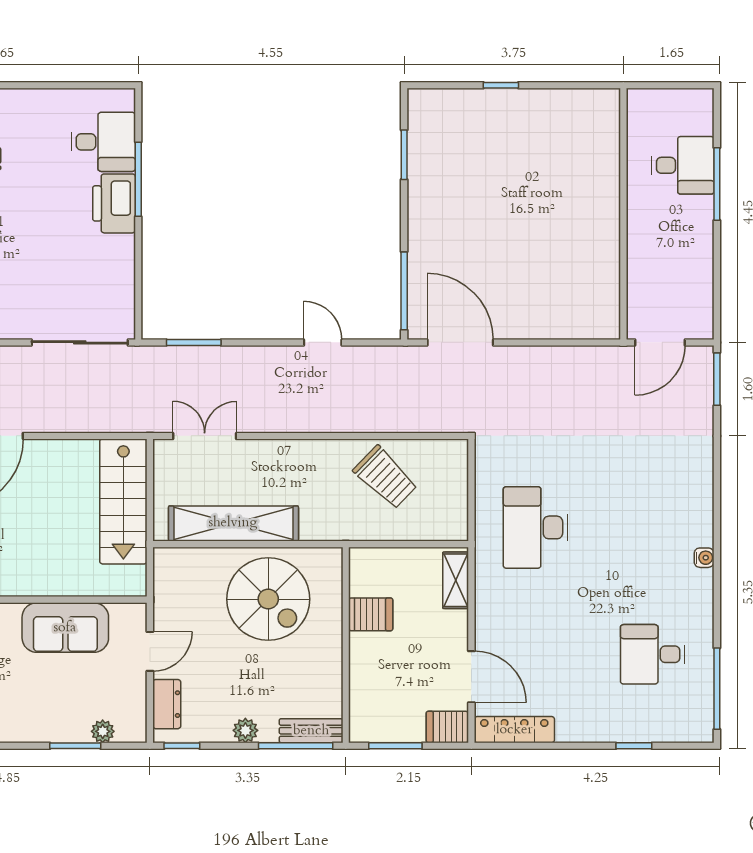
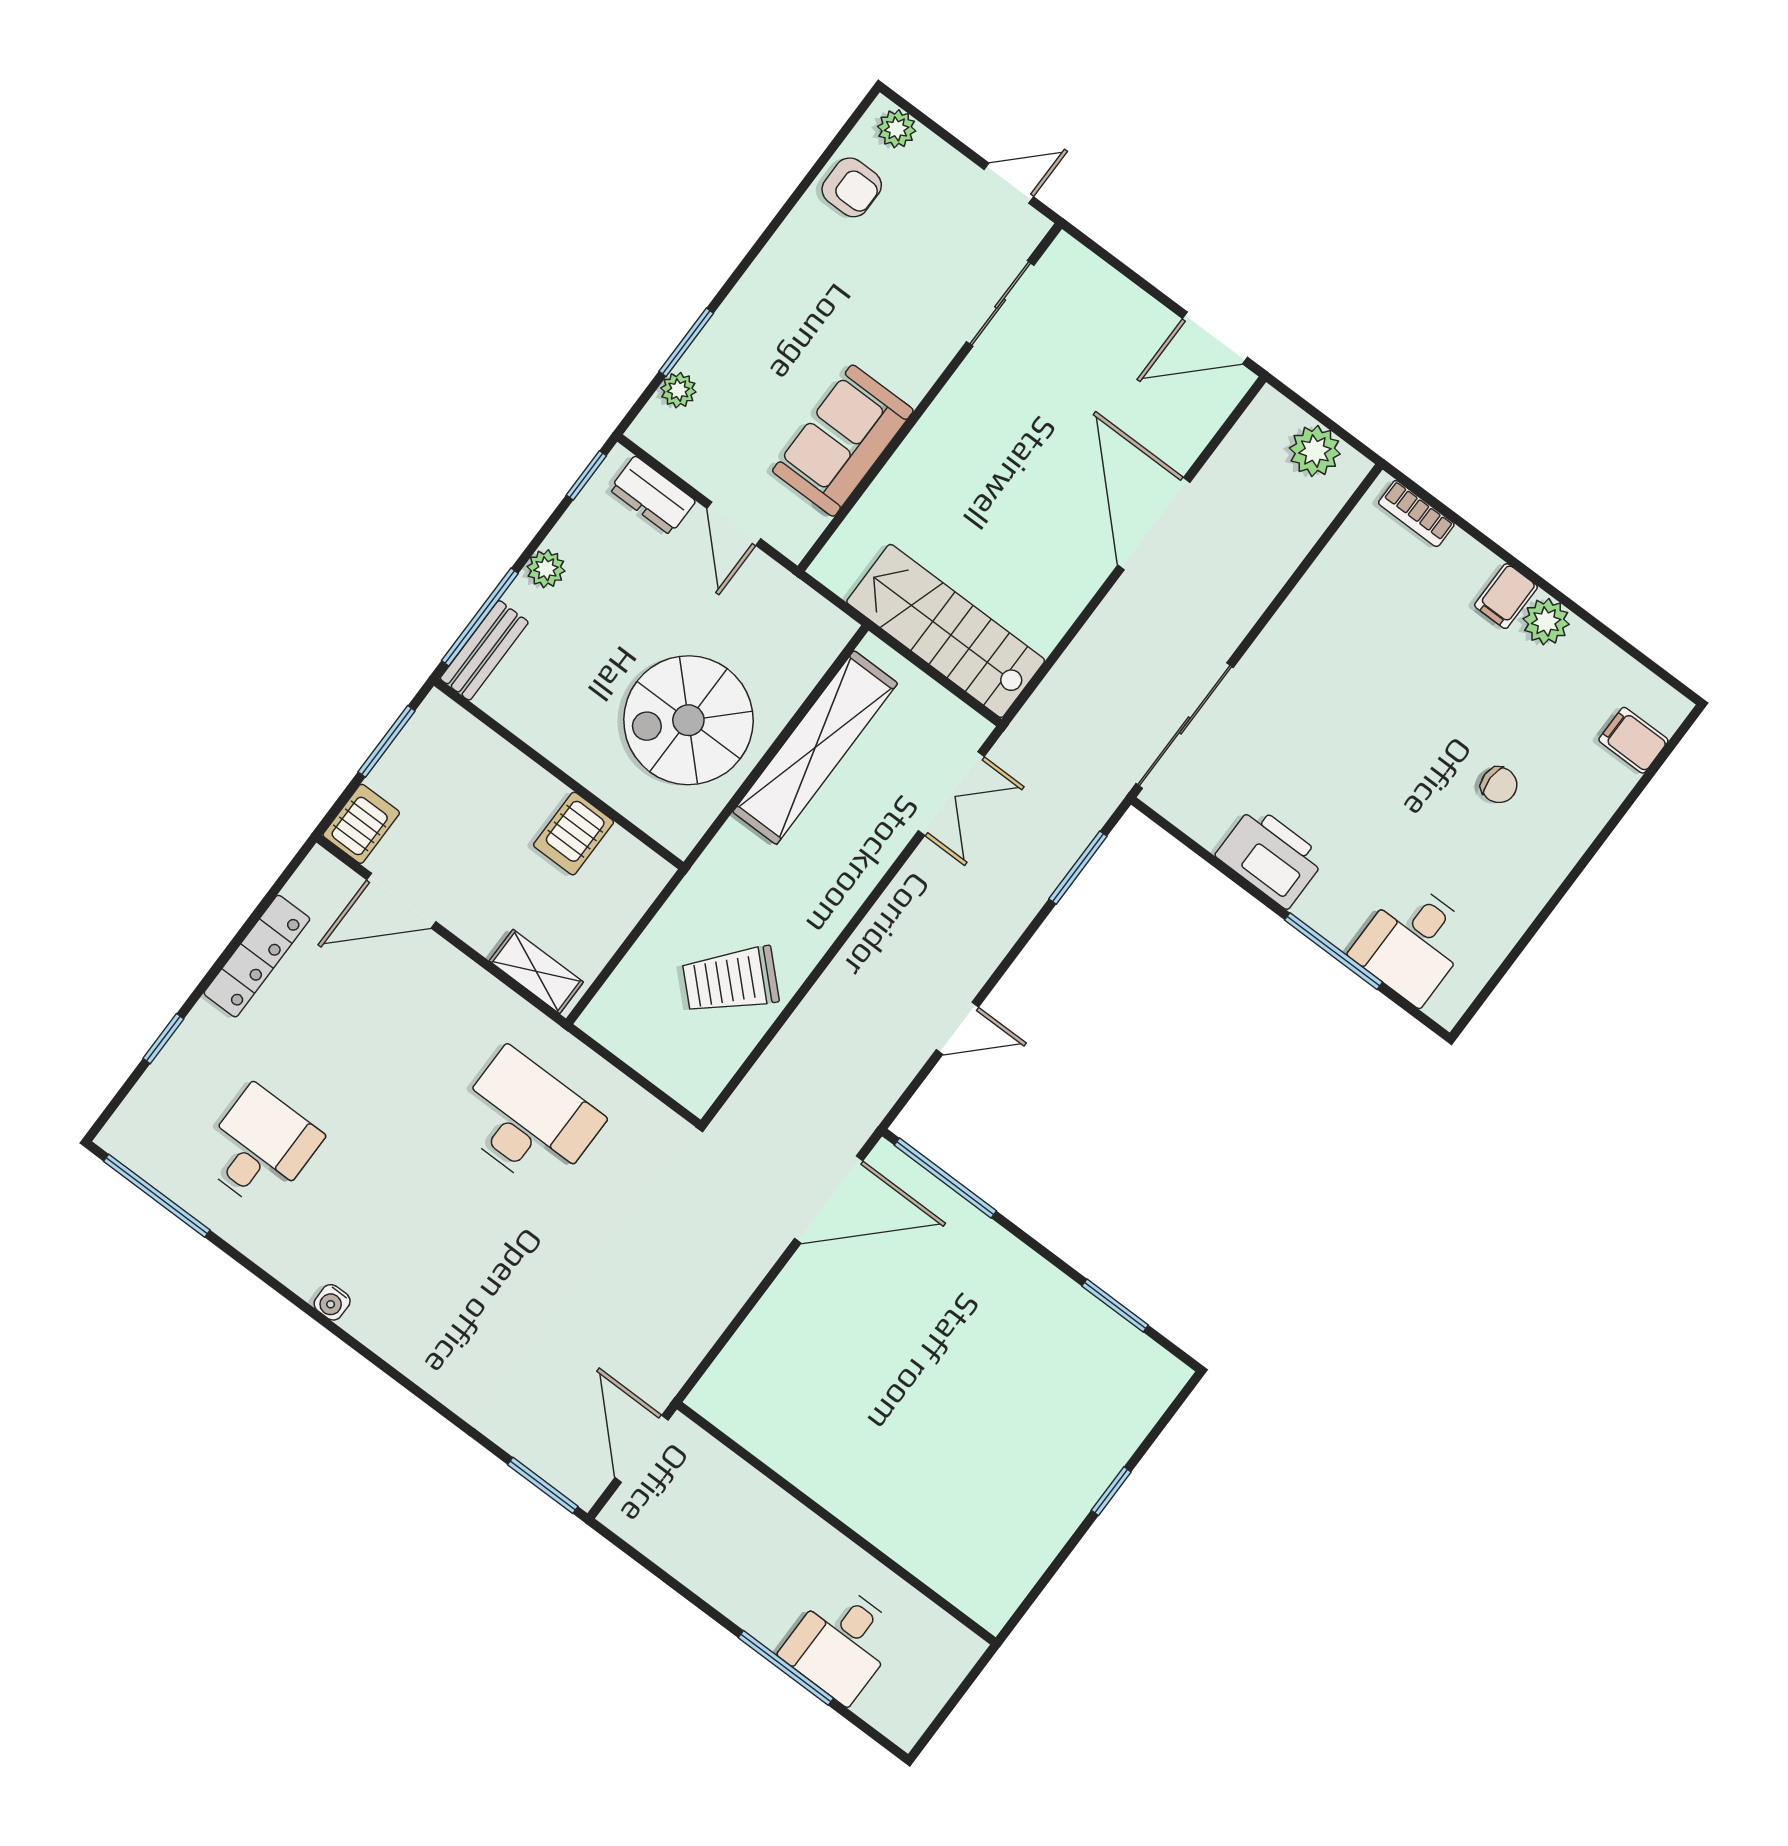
printer: (114, 203) -> (1271, 857), moved
locker: (514, 730) -> (257, 956), moved

